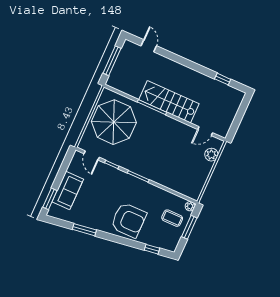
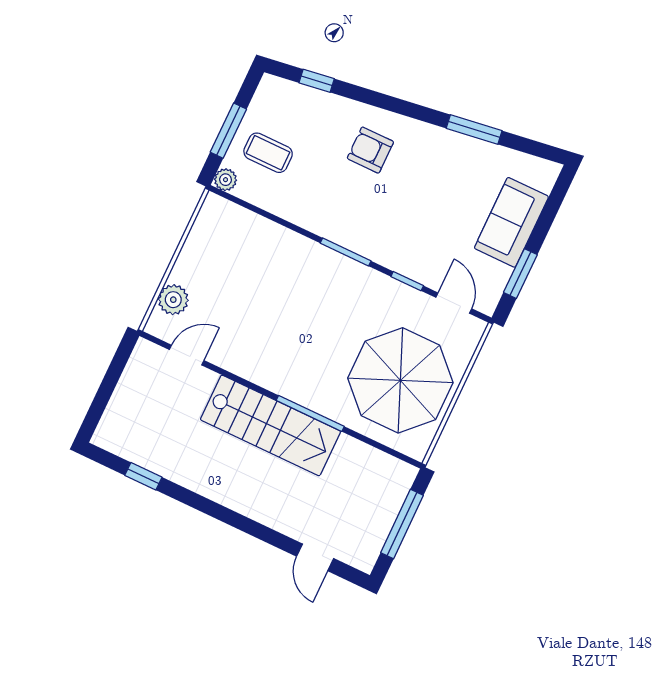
window: (50, 199) -> (520, 274), moved
armchair: (129, 220) -> (370, 150), width x0.53, depth x0.53

